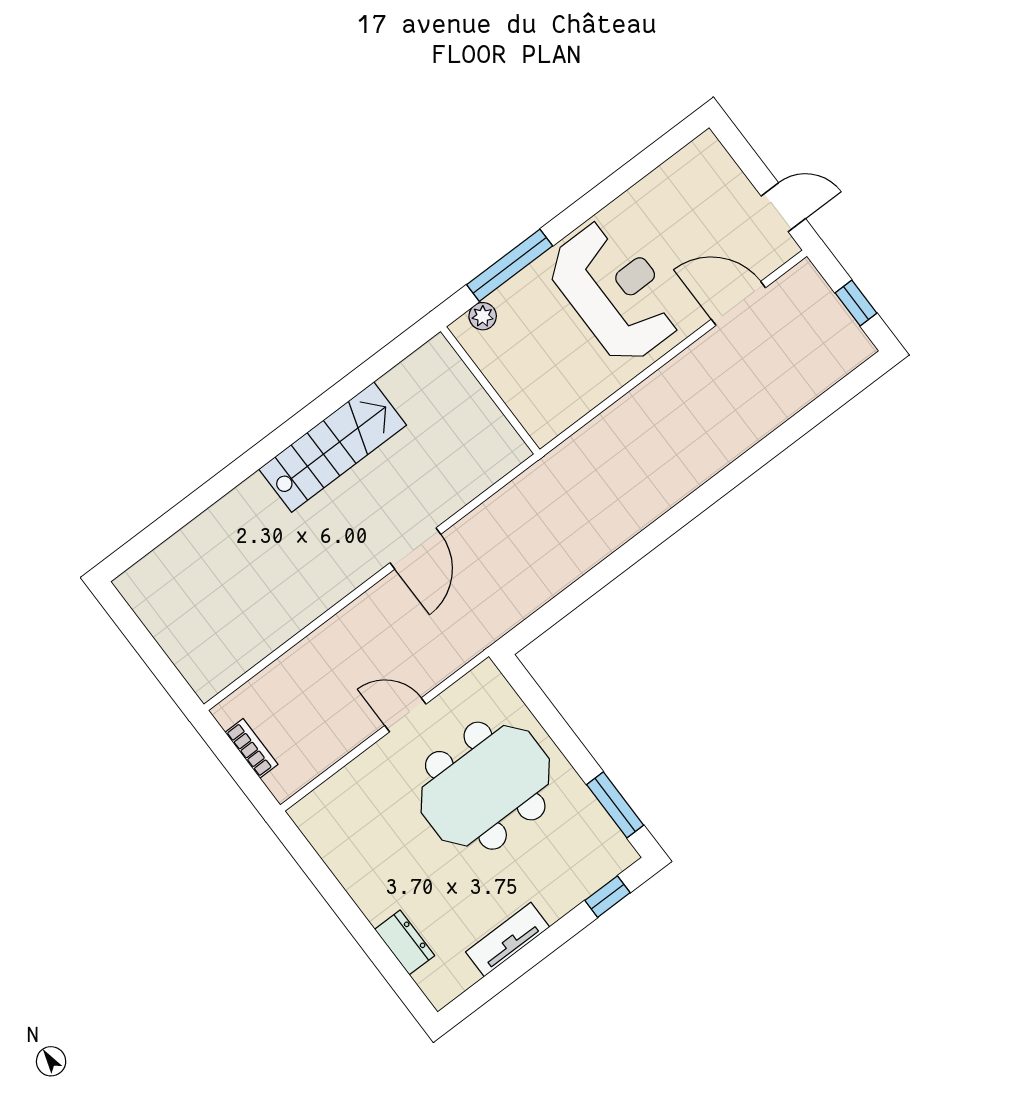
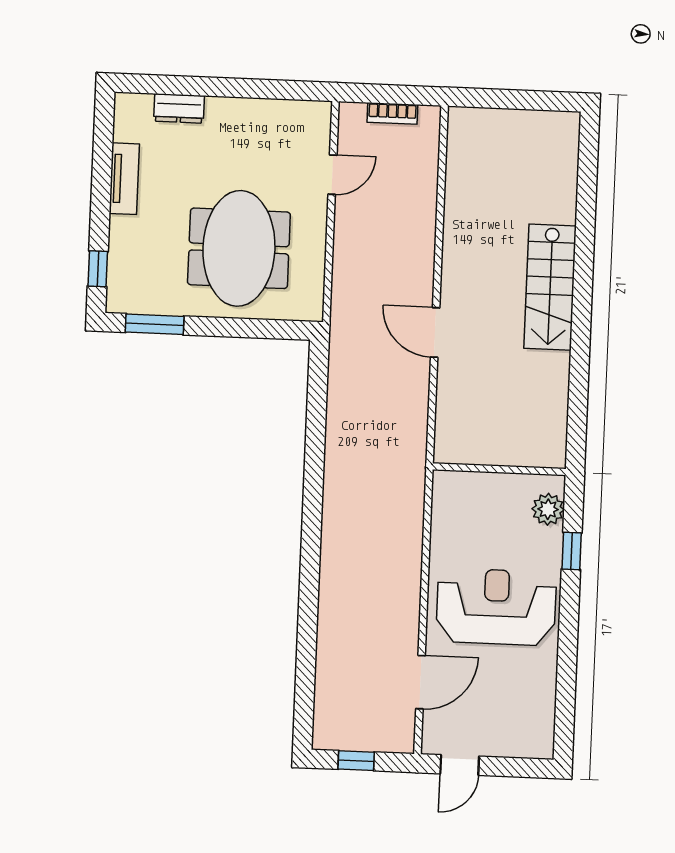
window: (510, 265) -> (572, 551), width x0.46
reception desk: (615, 291) -> (496, 607), turned 180
plant: (483, 316) -> (548, 509), width x1.38, depth x1.38
stairs: (333, 447) -> (550, 287), moved
door: (405, 715) -> (332, 175), moved

